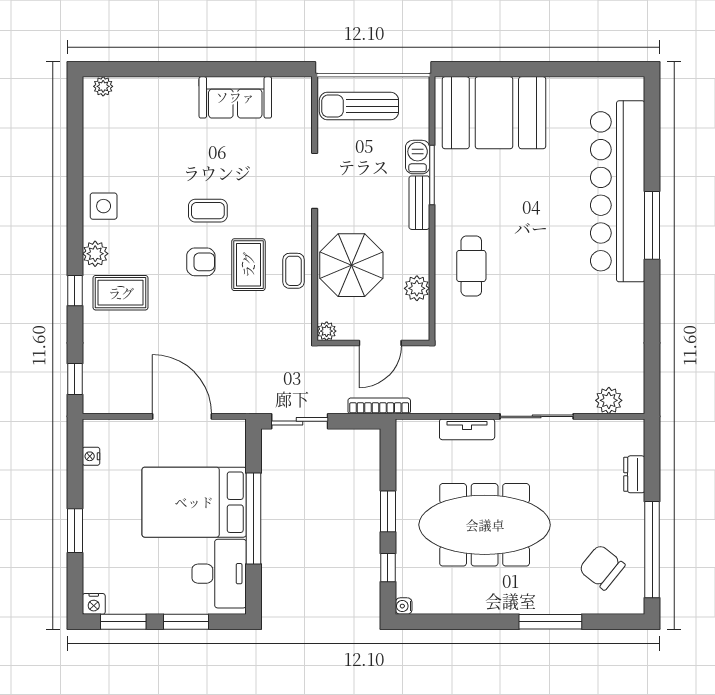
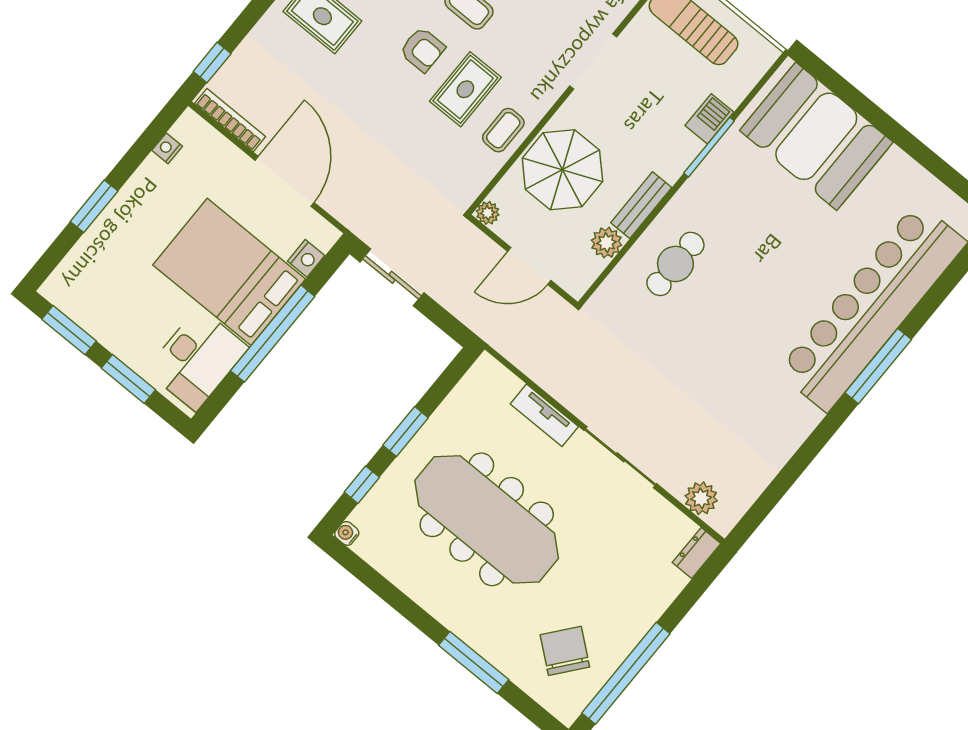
bench: (419, 203) -> (641, 205), moved
bookcase: (379, 406) -> (230, 120), moved
dresser: (634, 474) -> (697, 553), moved
nightstand: (94, 604) -> (306, 258), moved, turned -90

